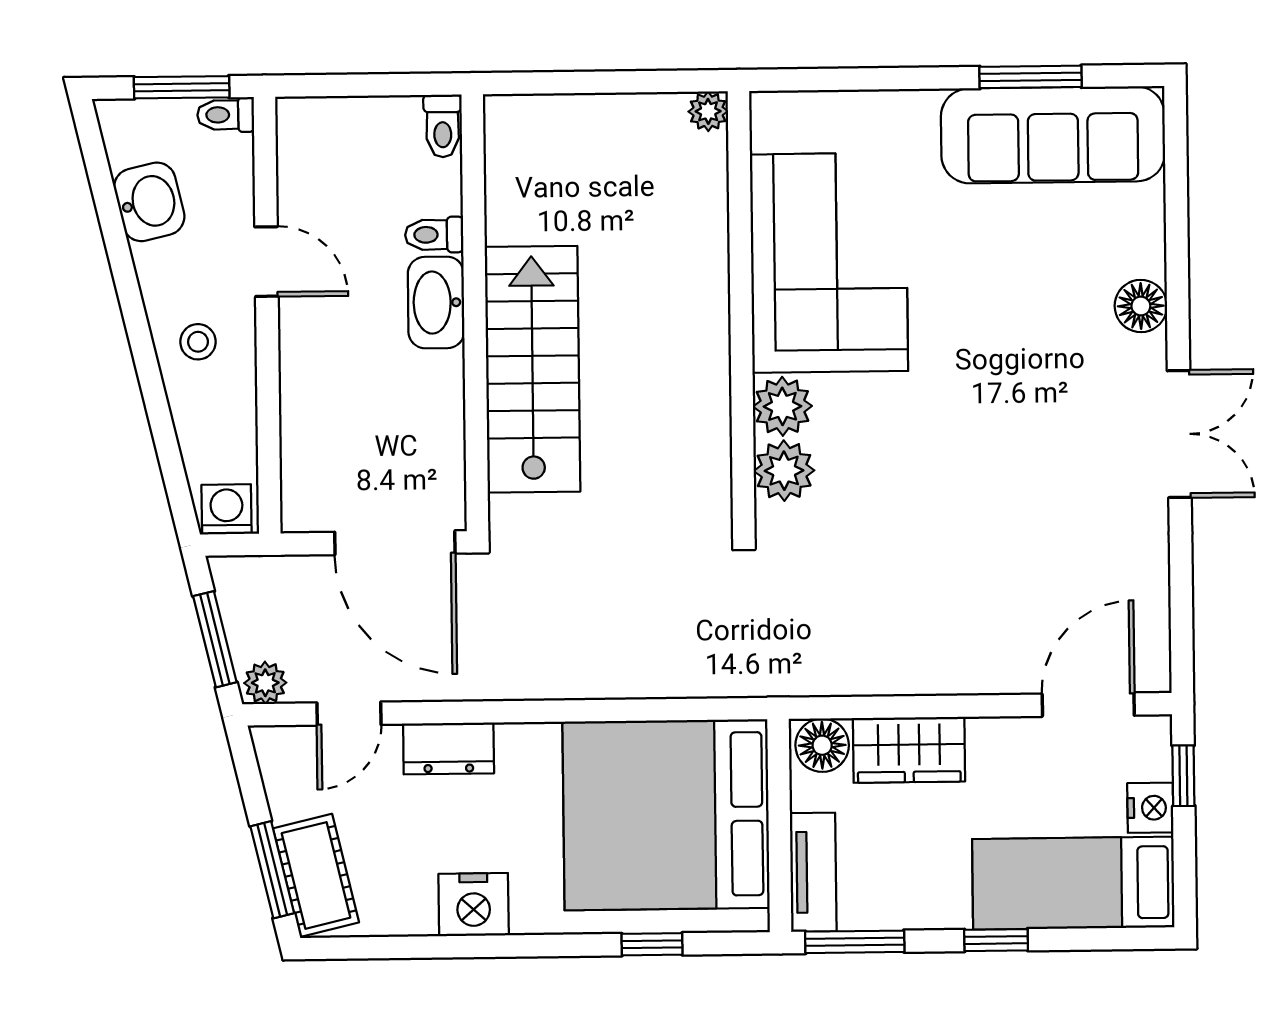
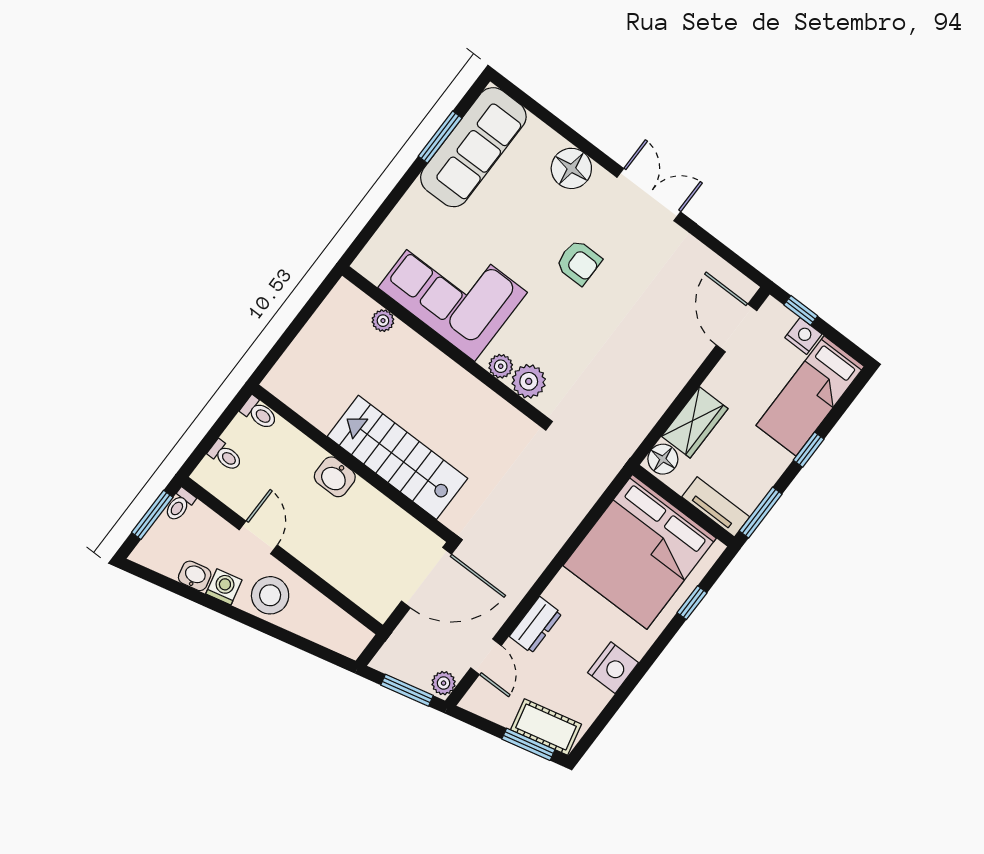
plant: (708, 111) -> (383, 321), moved
washbasin: (149, 202) -> (195, 576), width x0.72, depth x0.69
toilet: (434, 235) -> (225, 456), moved, turned -90
door: (266, 262) -> (258, 537), hinge flipped
washbasin: (436, 302) -> (335, 477), width x0.72
floor lamp: (1141, 306) -> (571, 168), width x1.38, depth x1.38
stool: (198, 342) -> (270, 595), width x1.89, depth x1.89
plant: (782, 406) -> (501, 366), width x0.73, depth x0.73
armchair: (1007, 410) -> (579, 262), added
washing machine: (226, 509) -> (224, 587), moved, turned 77

